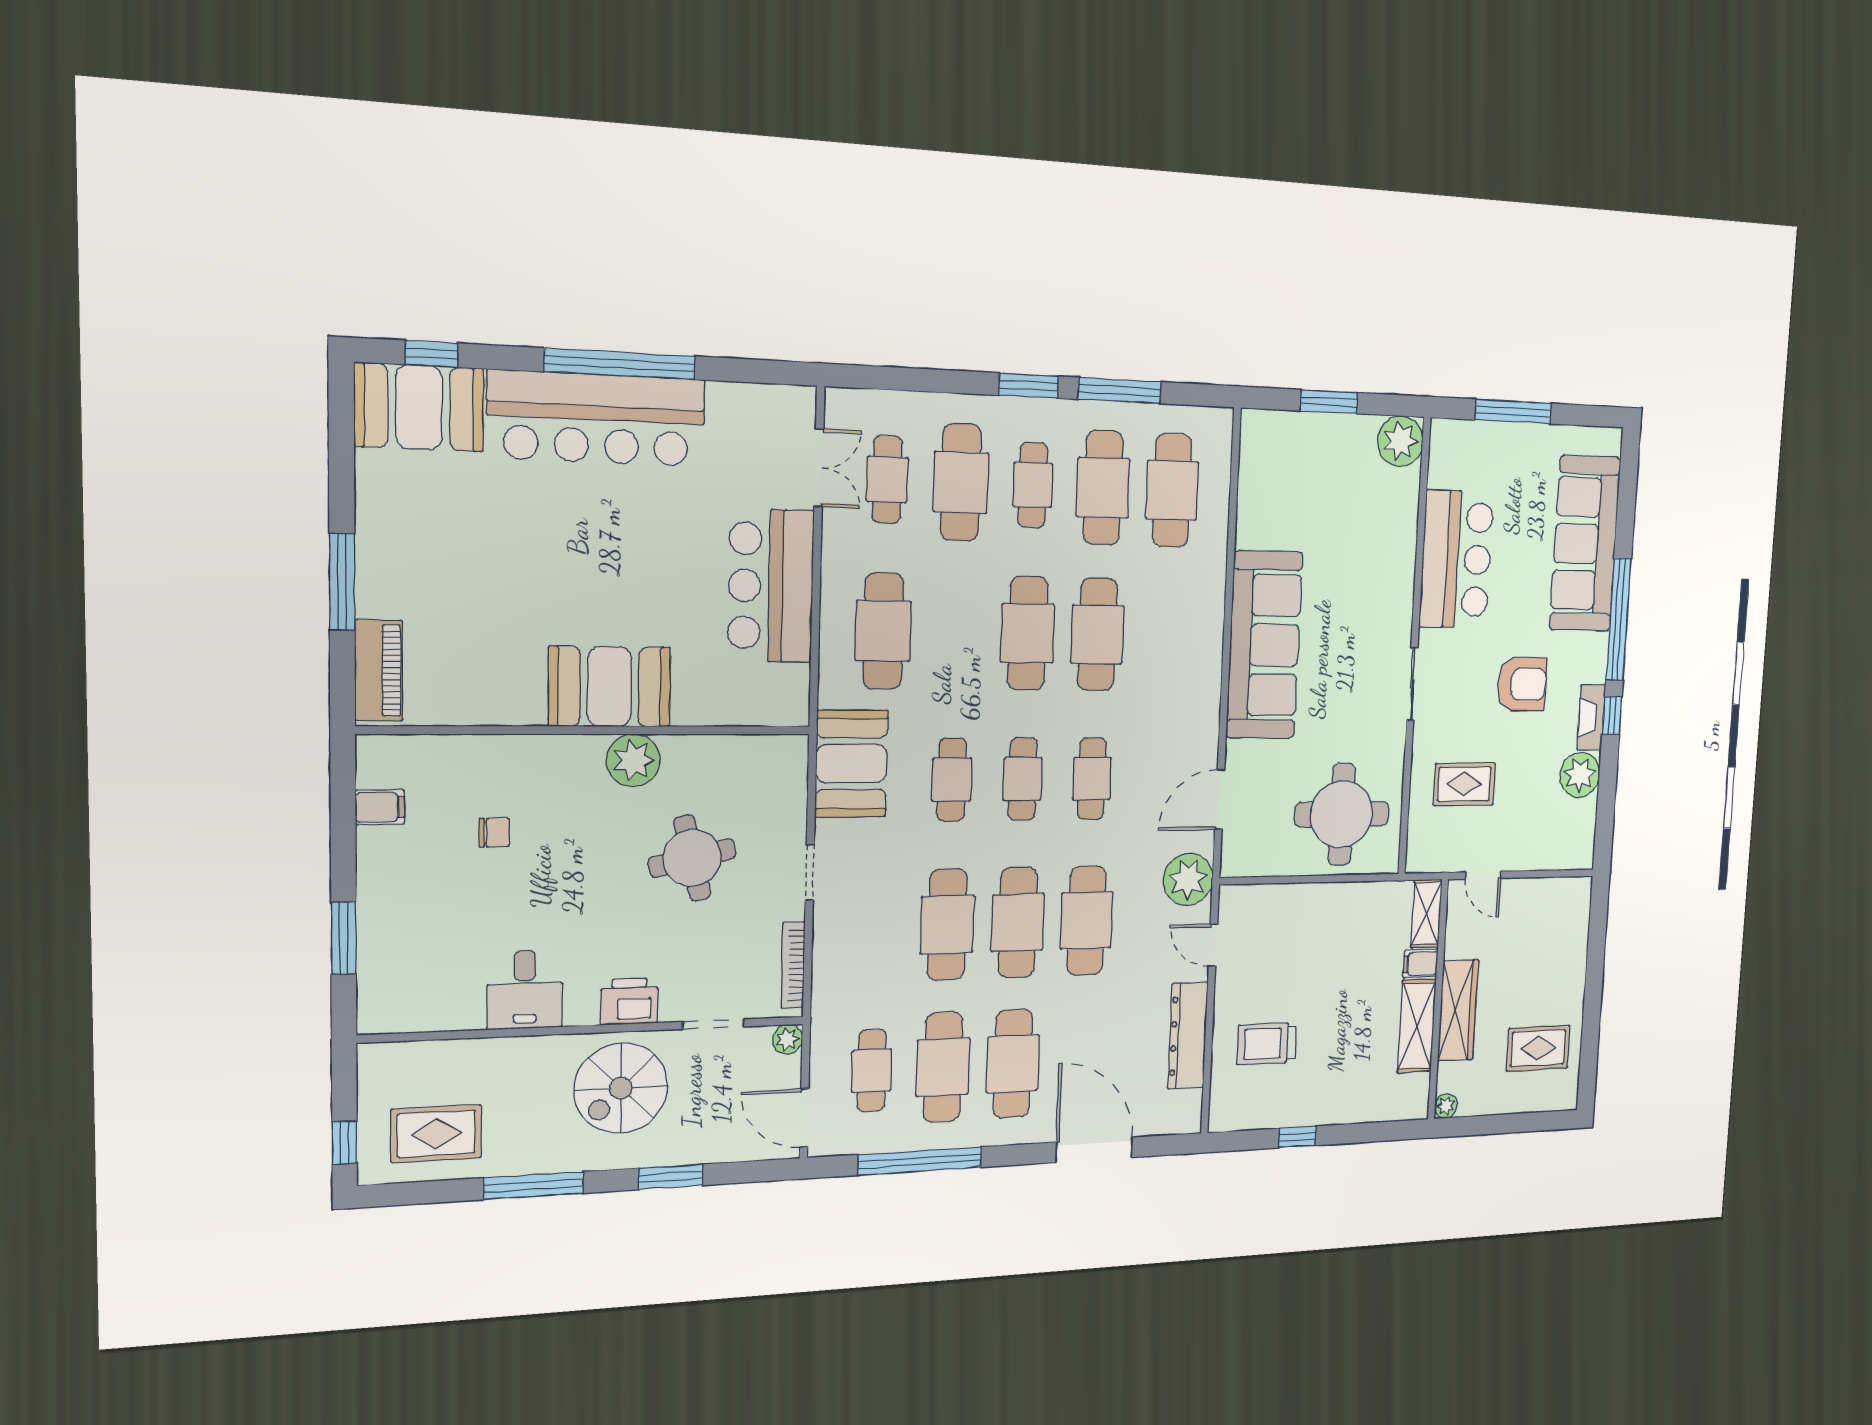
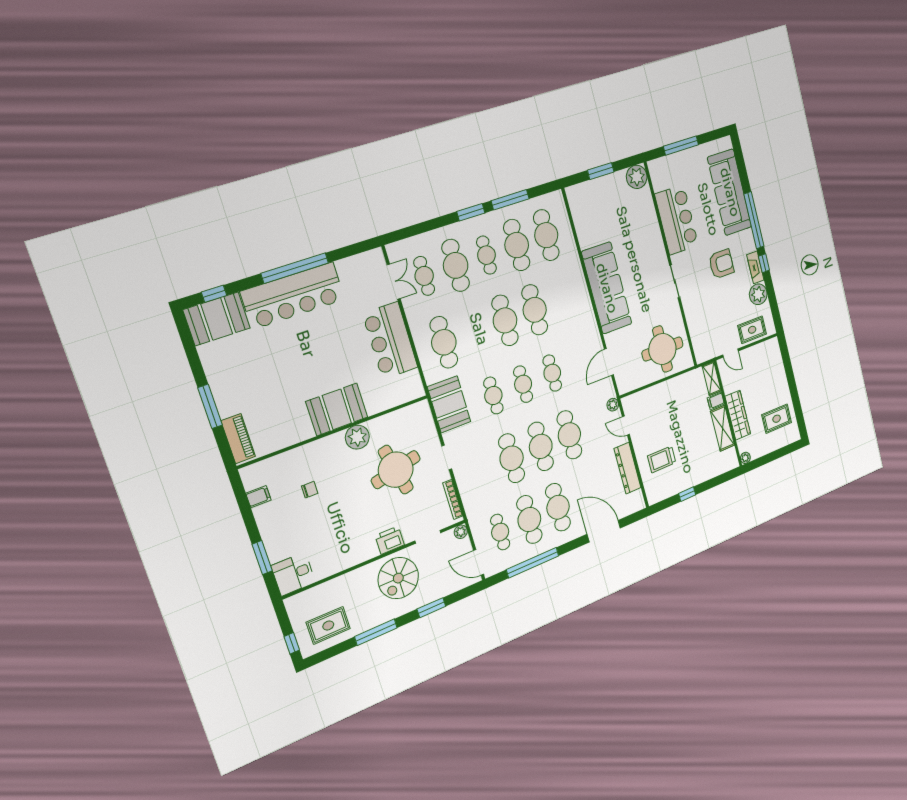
rug: (1464, 784) -> (752, 330), moved
round table: (692, 858) -> (396, 470), width x1.36, depth x1.36
plant: (1188, 879) -> (613, 405), width x0.53, depth x0.53
desk: (525, 990) -> (293, 574), moved, turned 90

